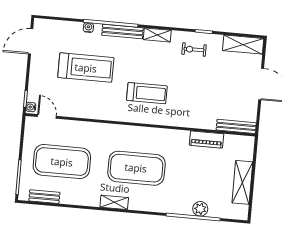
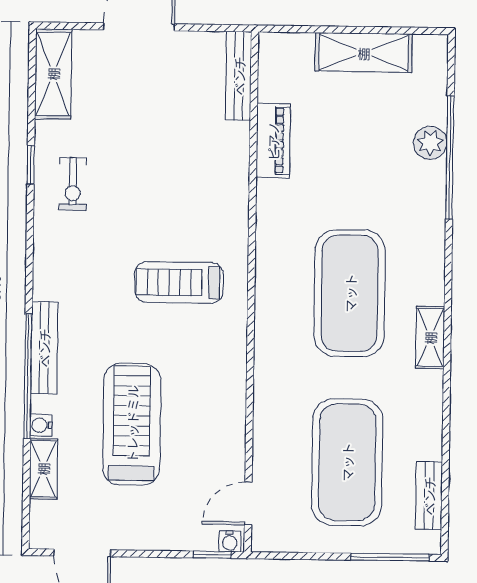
shelving: (157, 35) -> (43, 469), moved
treadmill: (147, 93) -> (179, 282), turned -90

